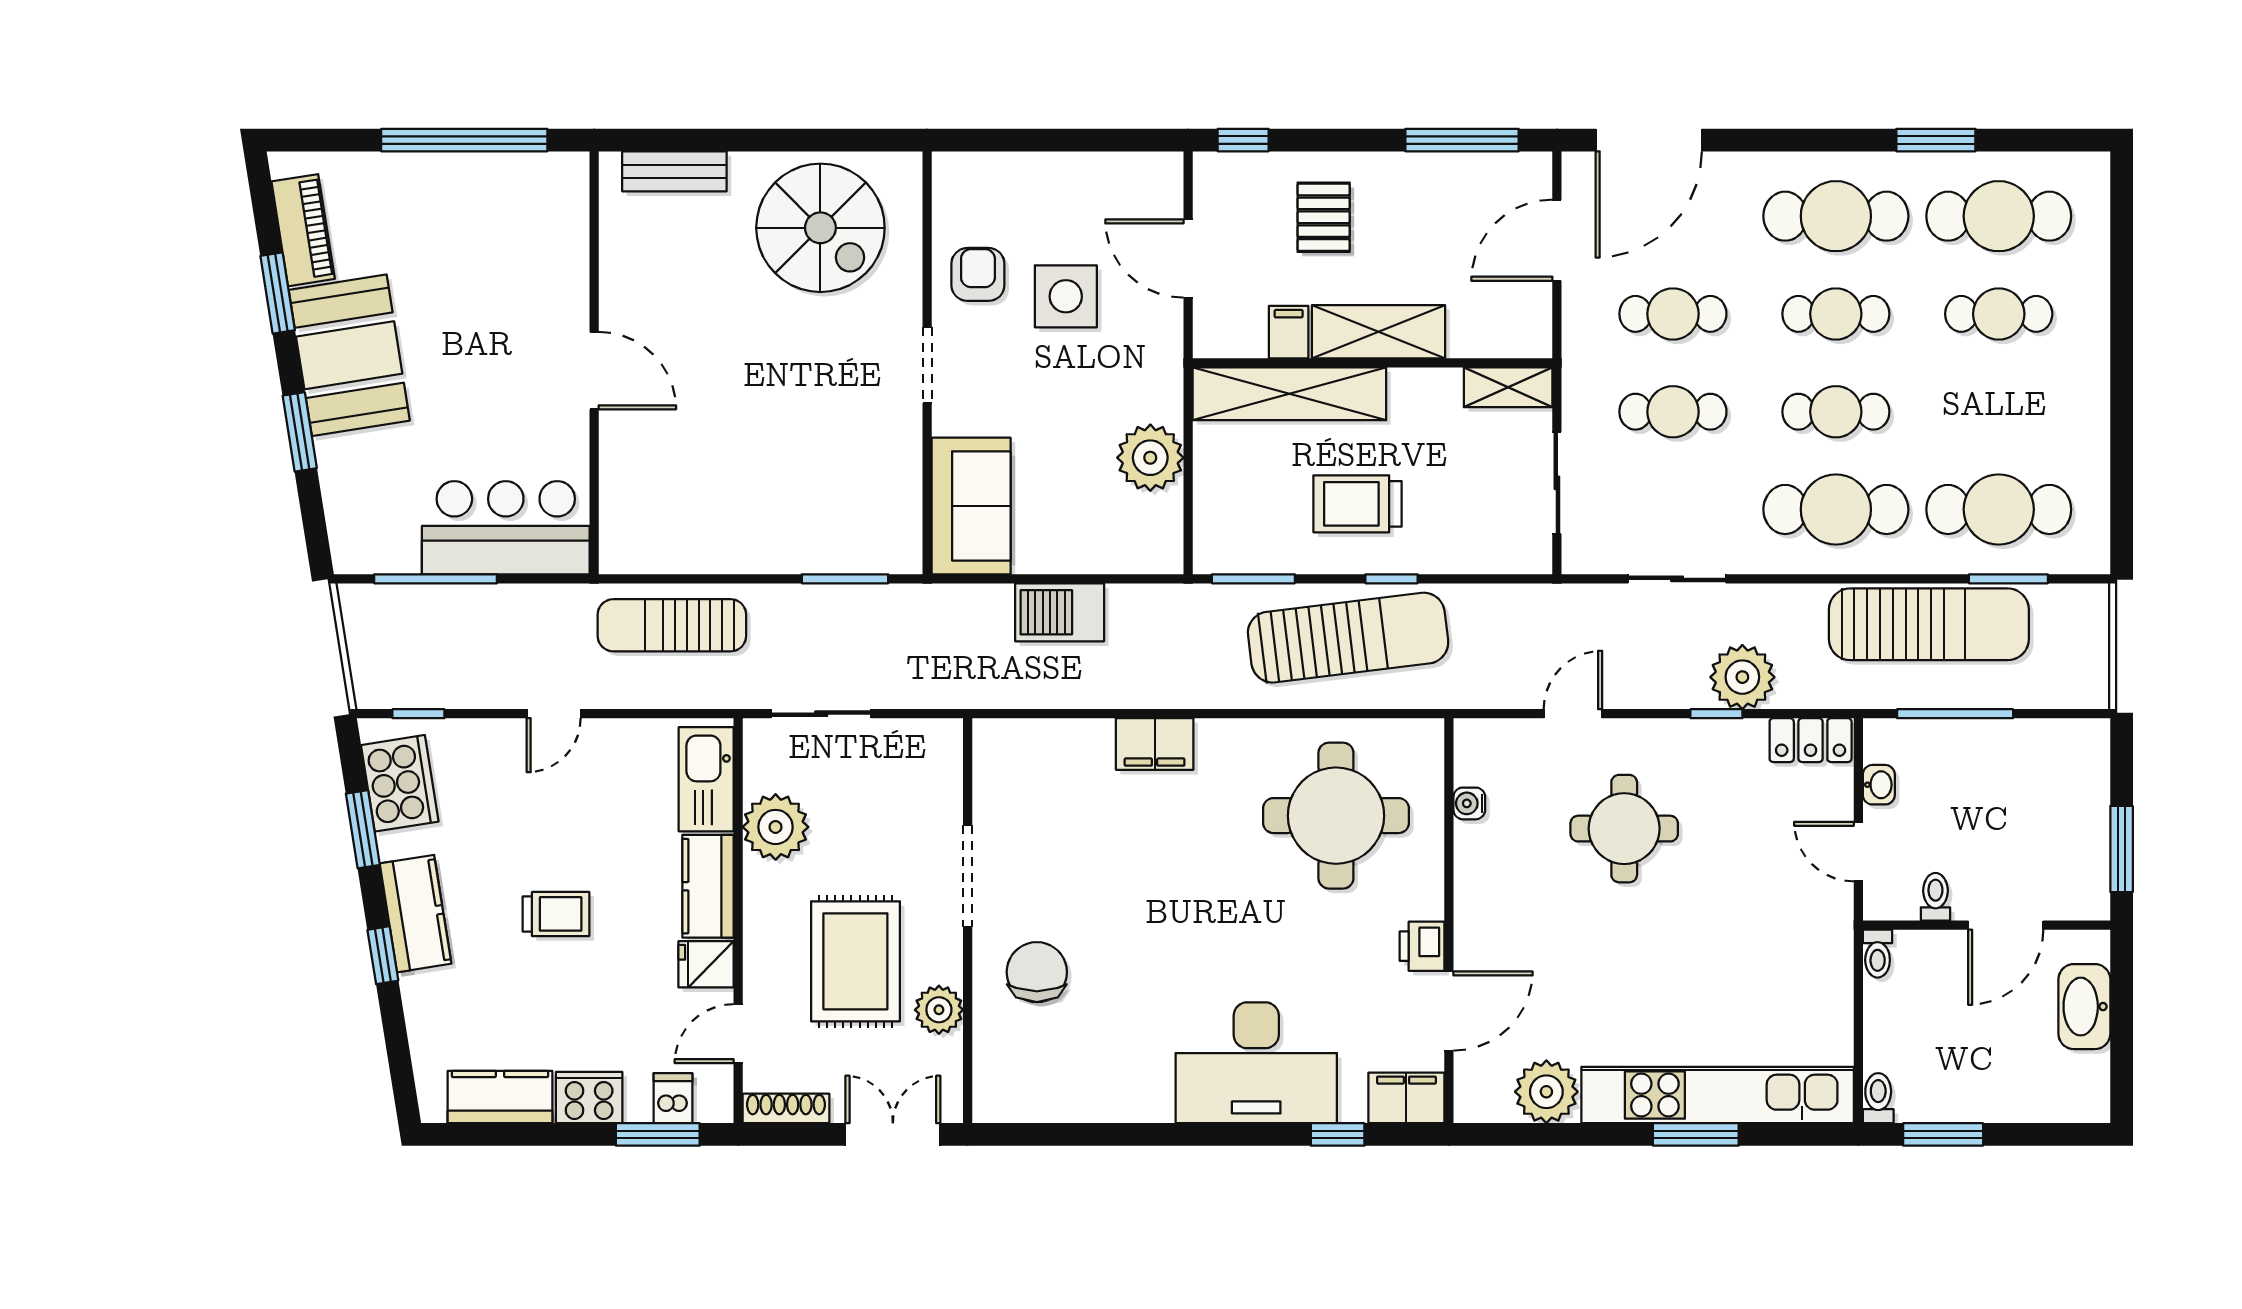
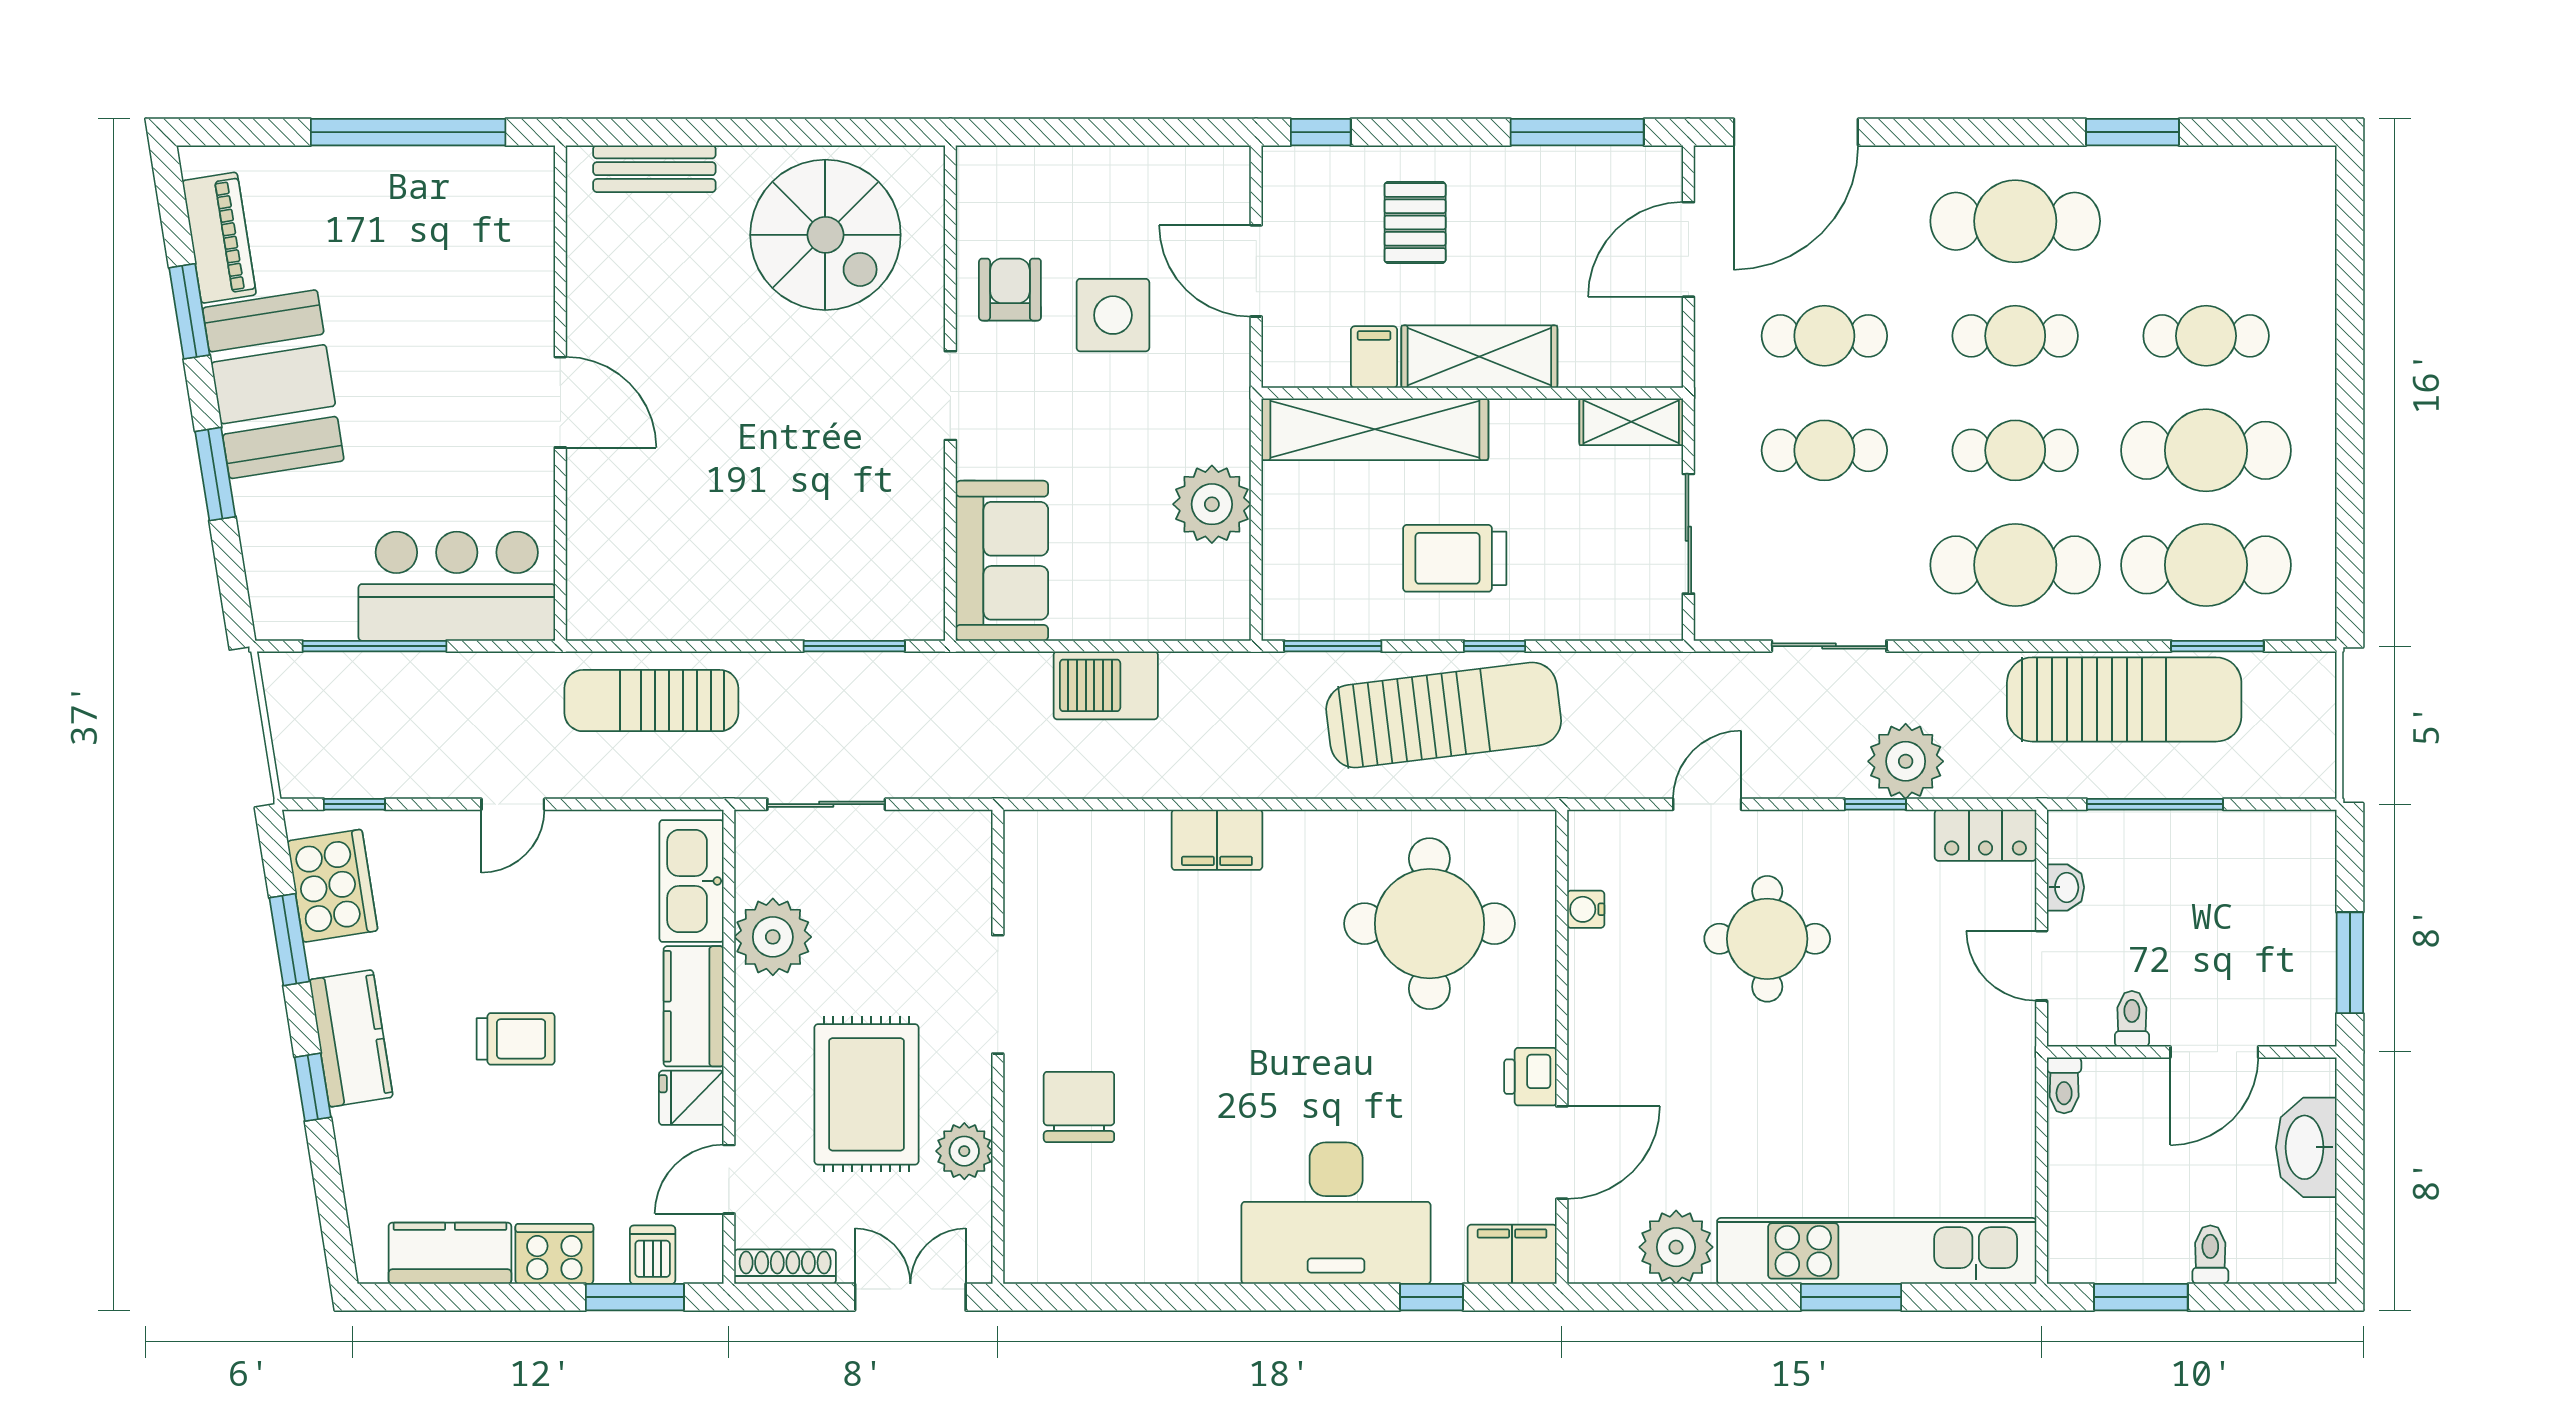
cafe table: (1999, 216) -> (2206, 450), moved
toilet: (1878, 1098) -> (2210, 1255), moved

